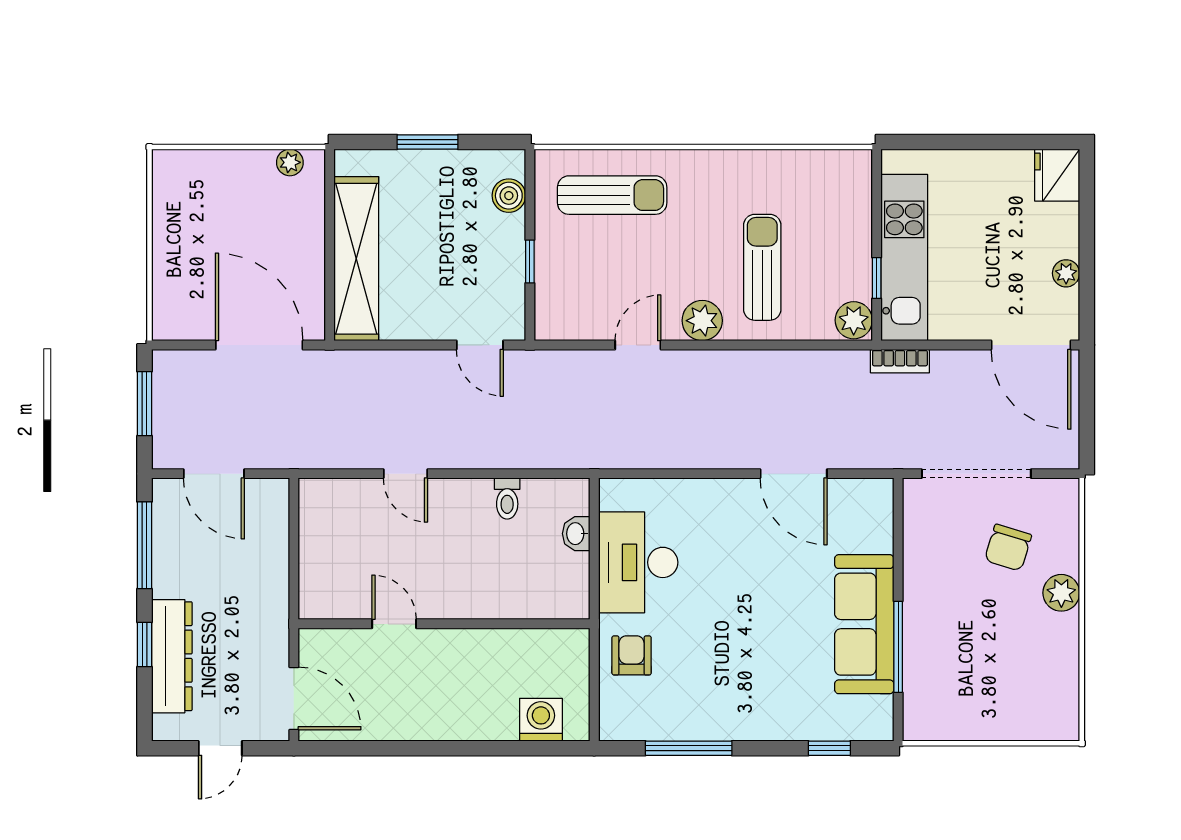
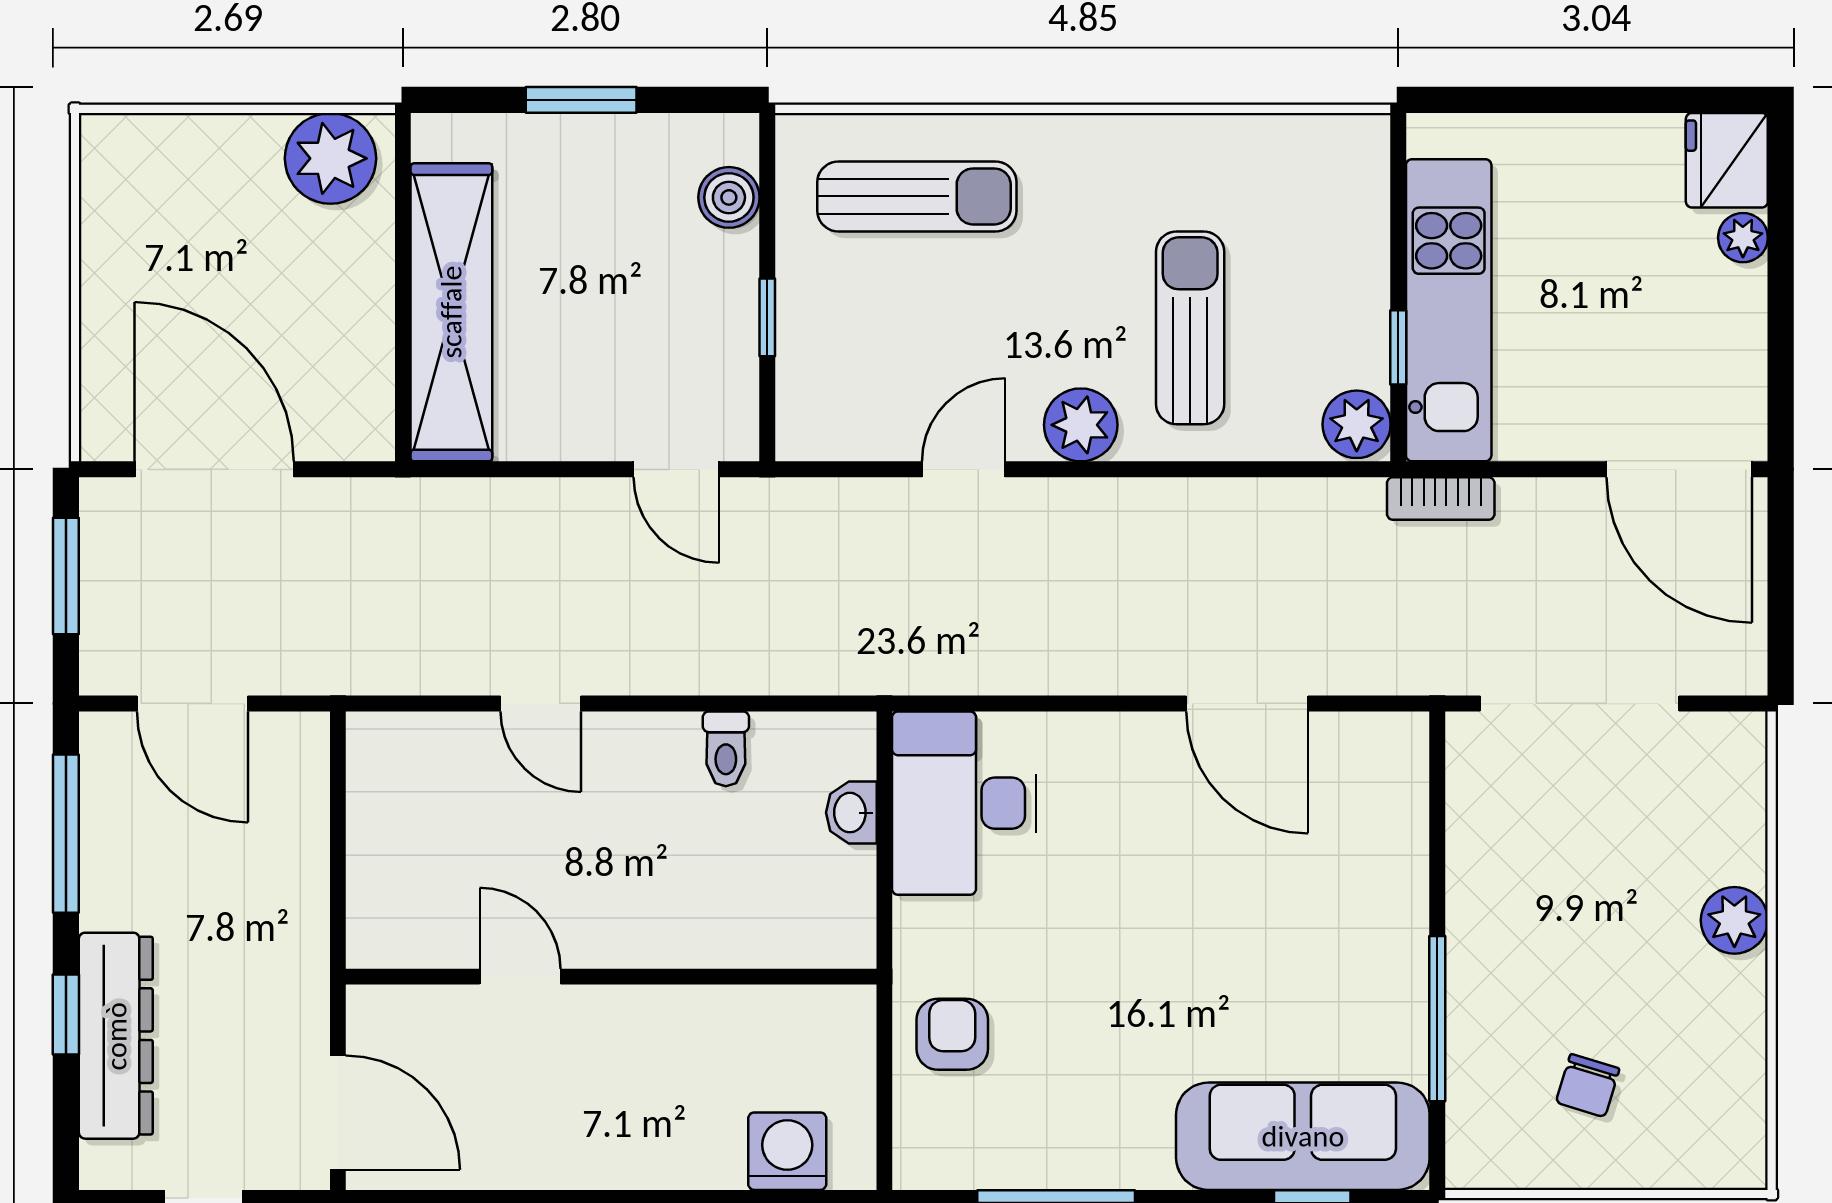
plant: (290, 162) -> (330, 158), width x1.88, depth x1.88
plant: (1066, 273) -> (1743, 238), moved
door: (259, 345) -> (214, 469), moved
chair: (1008, 548) -> (1588, 1085), moved, width x0.73, depth x0.73
desk: (638, 562) -> (964, 803), moved
sofa: (864, 624) -> (1303, 1136), moved, turned 90

